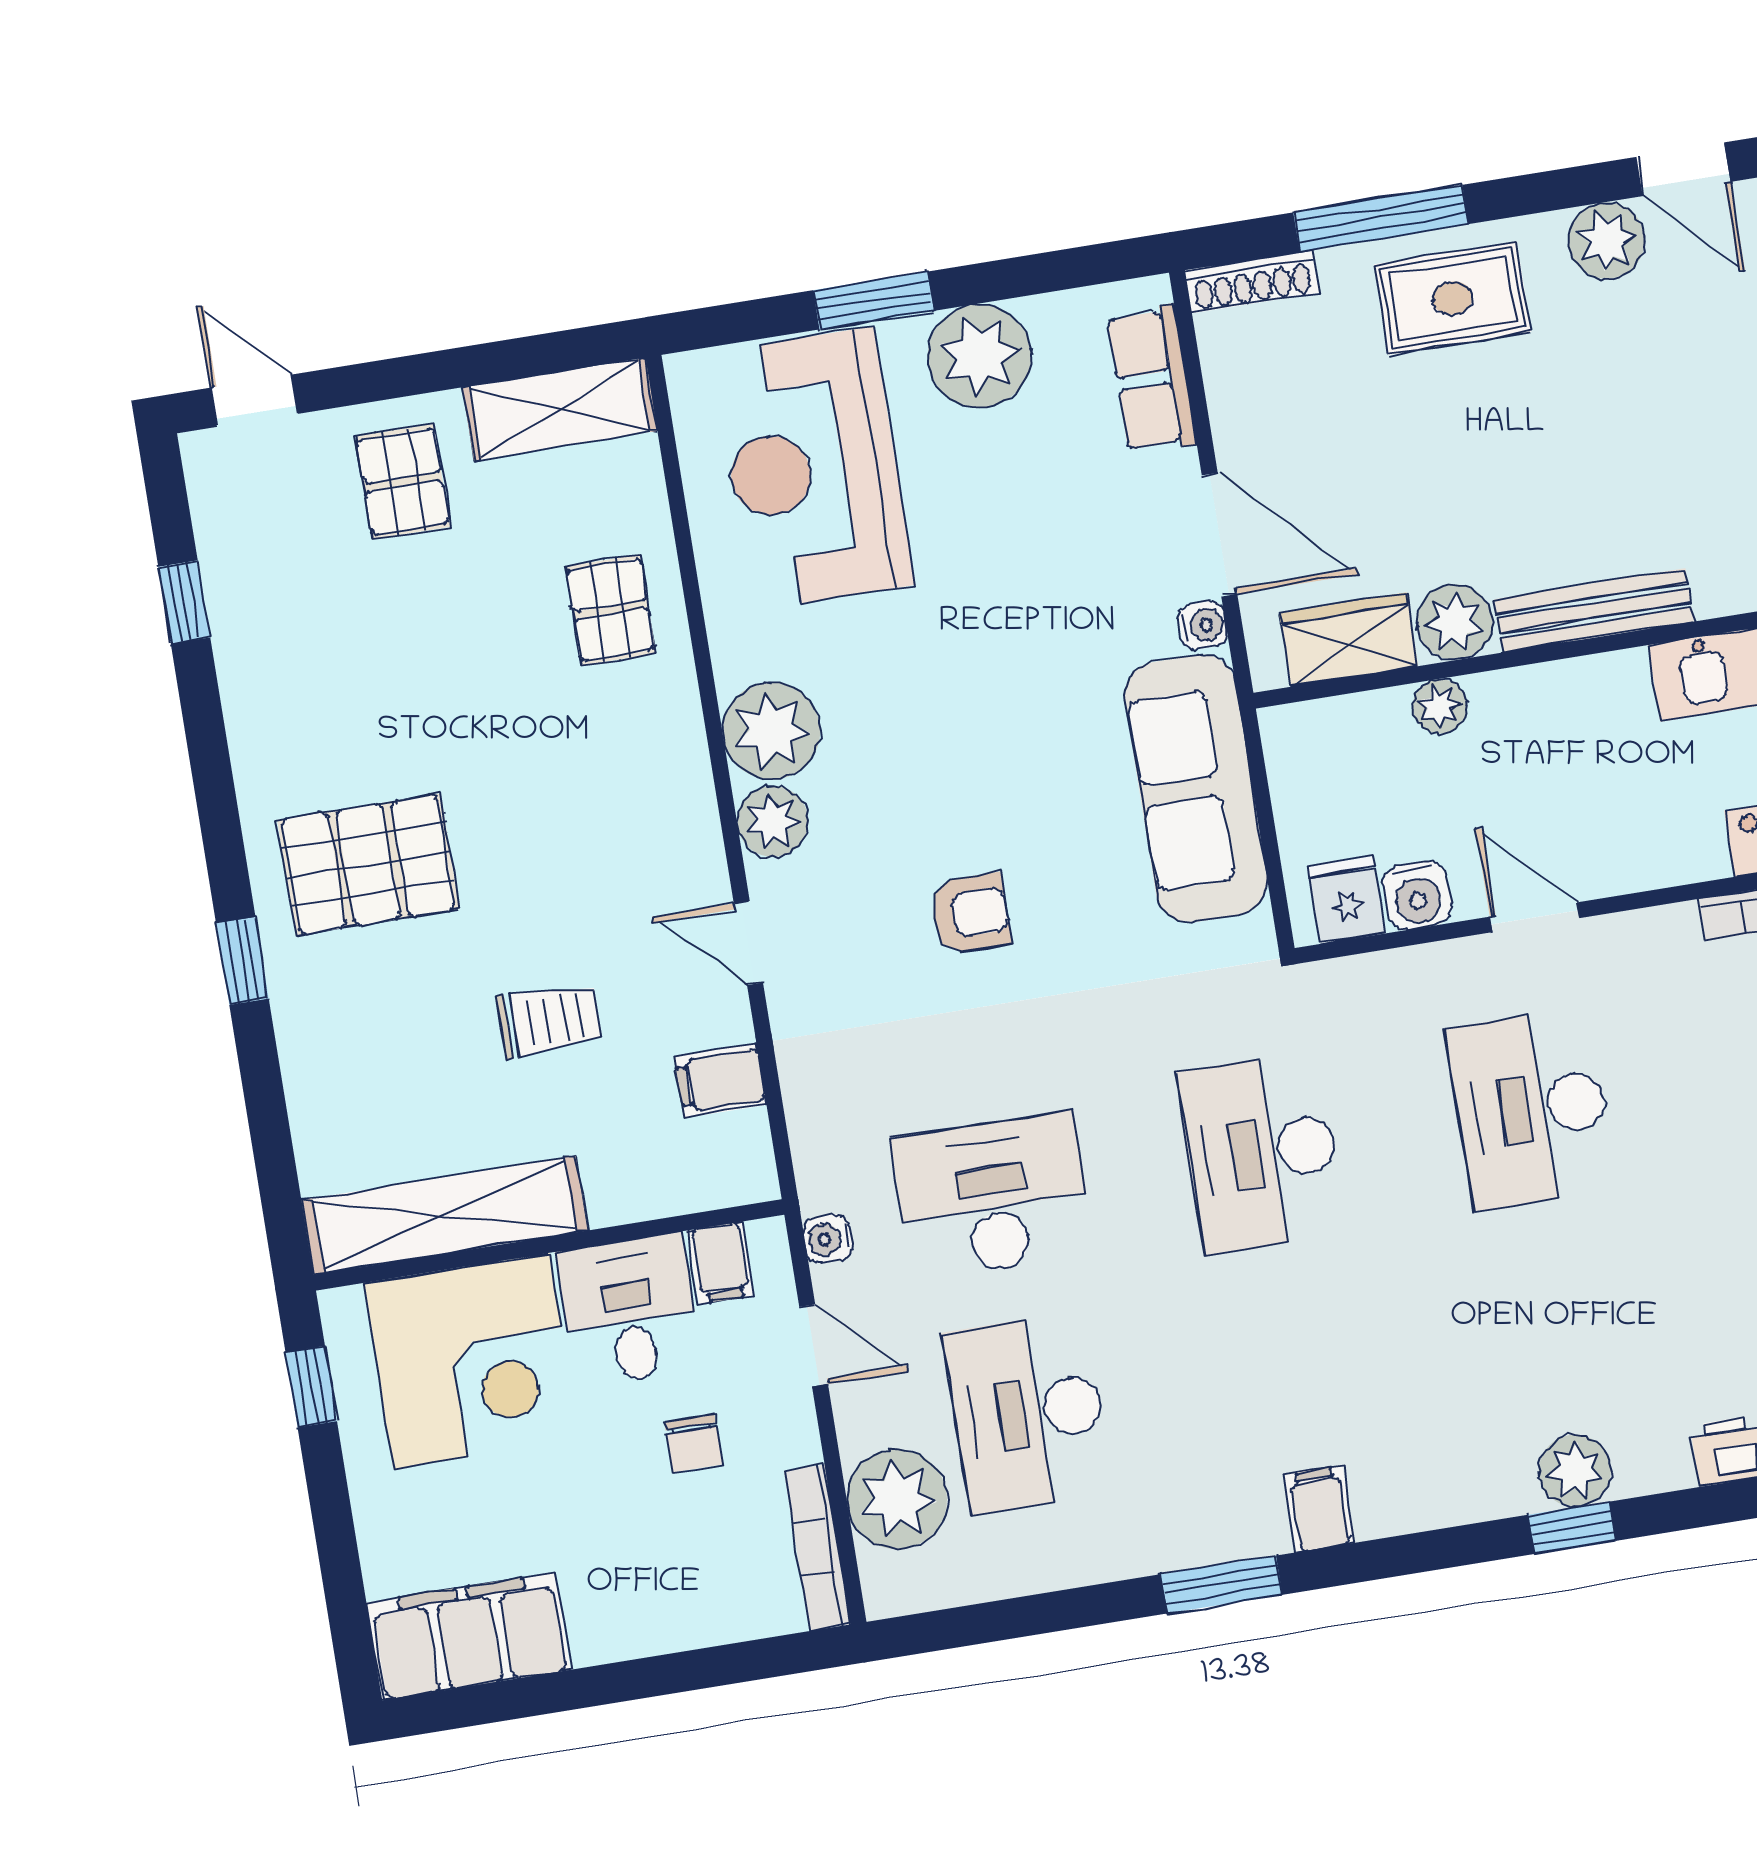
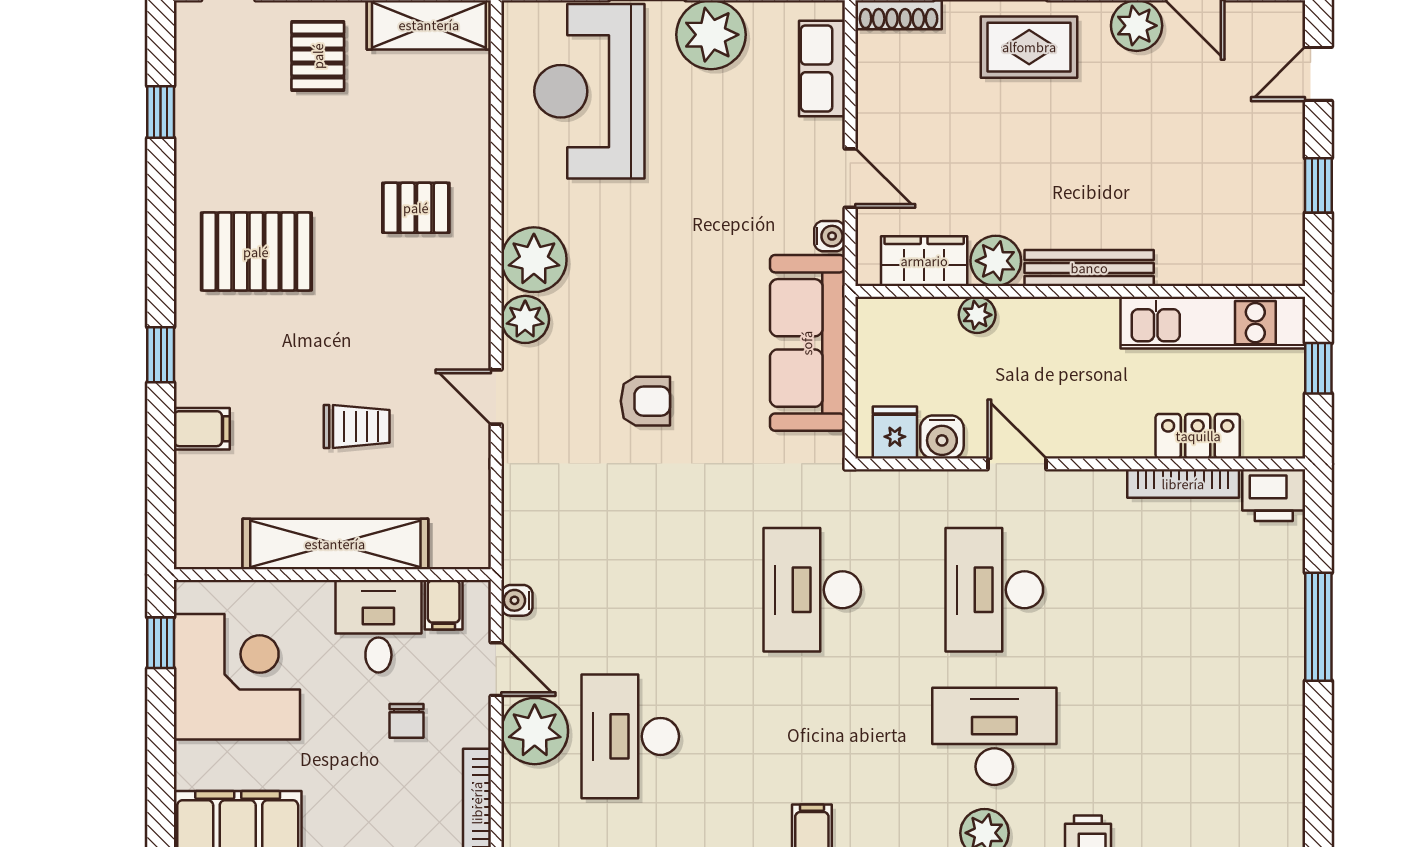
door: (1220, 535) -> (850, 178), width x0.73
pallet: (611, 610) -> (416, 208), moved, turned 90
pallet: (368, 865) -> (256, 252), moved
filing cabinet: (720, 1081) -> (202, 429), moved, turned 180
desk: (993, 1196) -> (994, 736), moved
shelving: (444, 1215) -> (335, 544), moved
corner desk: (471, 1361) -> (237, 677), moved, turned -90
plant: (897, 1499) -> (535, 731), moved

